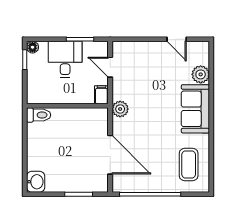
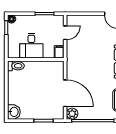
desk: (65, 59) -> (31, 46), moved, turned 180
door: (110, 67) -> (65, 33), swing flipped
plant: (120, 109) -> (72, 114), moved

